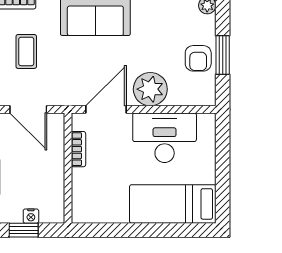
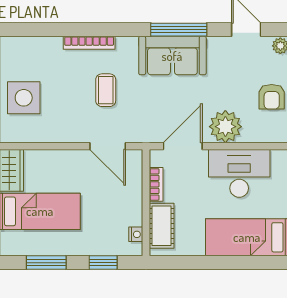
cot: (84, 192) -> (162, 226), added
nightstand: (31, 216) -> (136, 234), moved, turned -90

